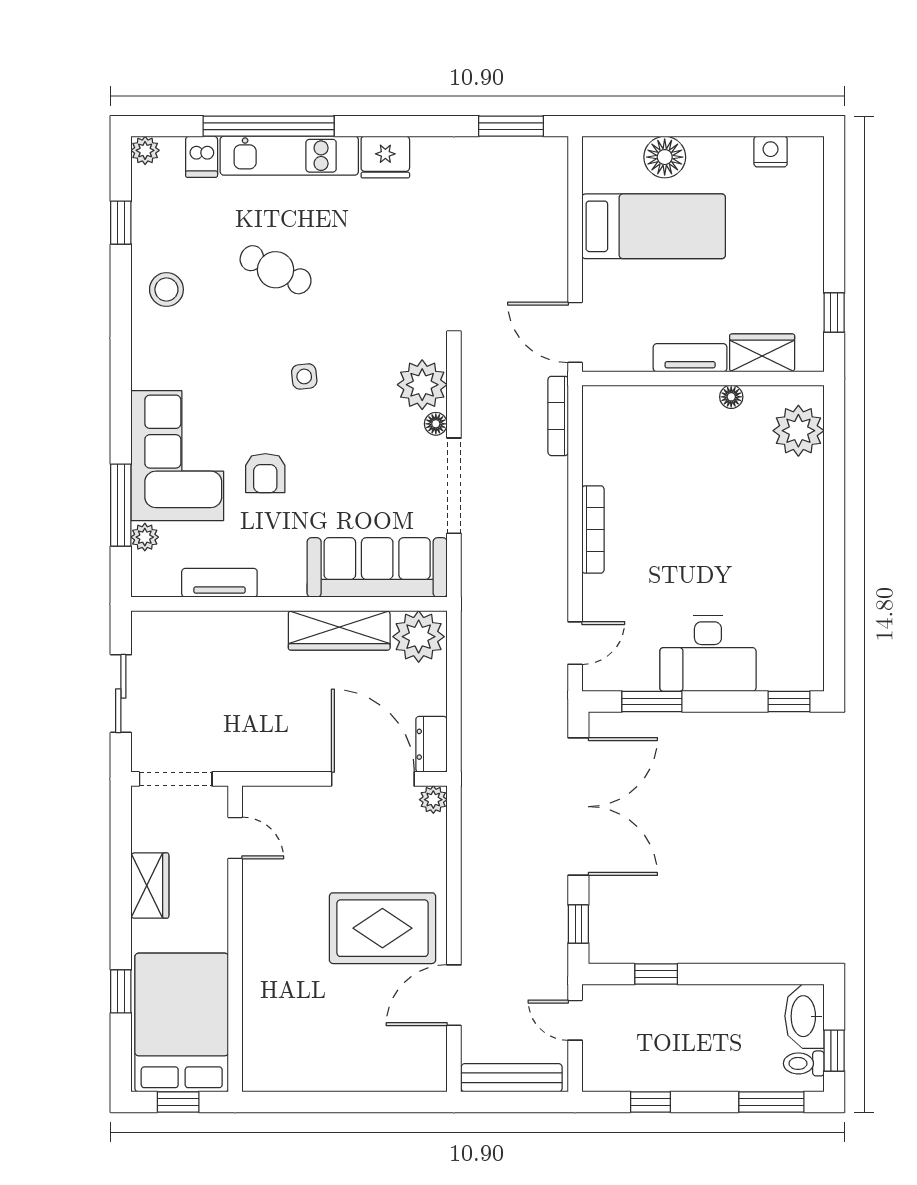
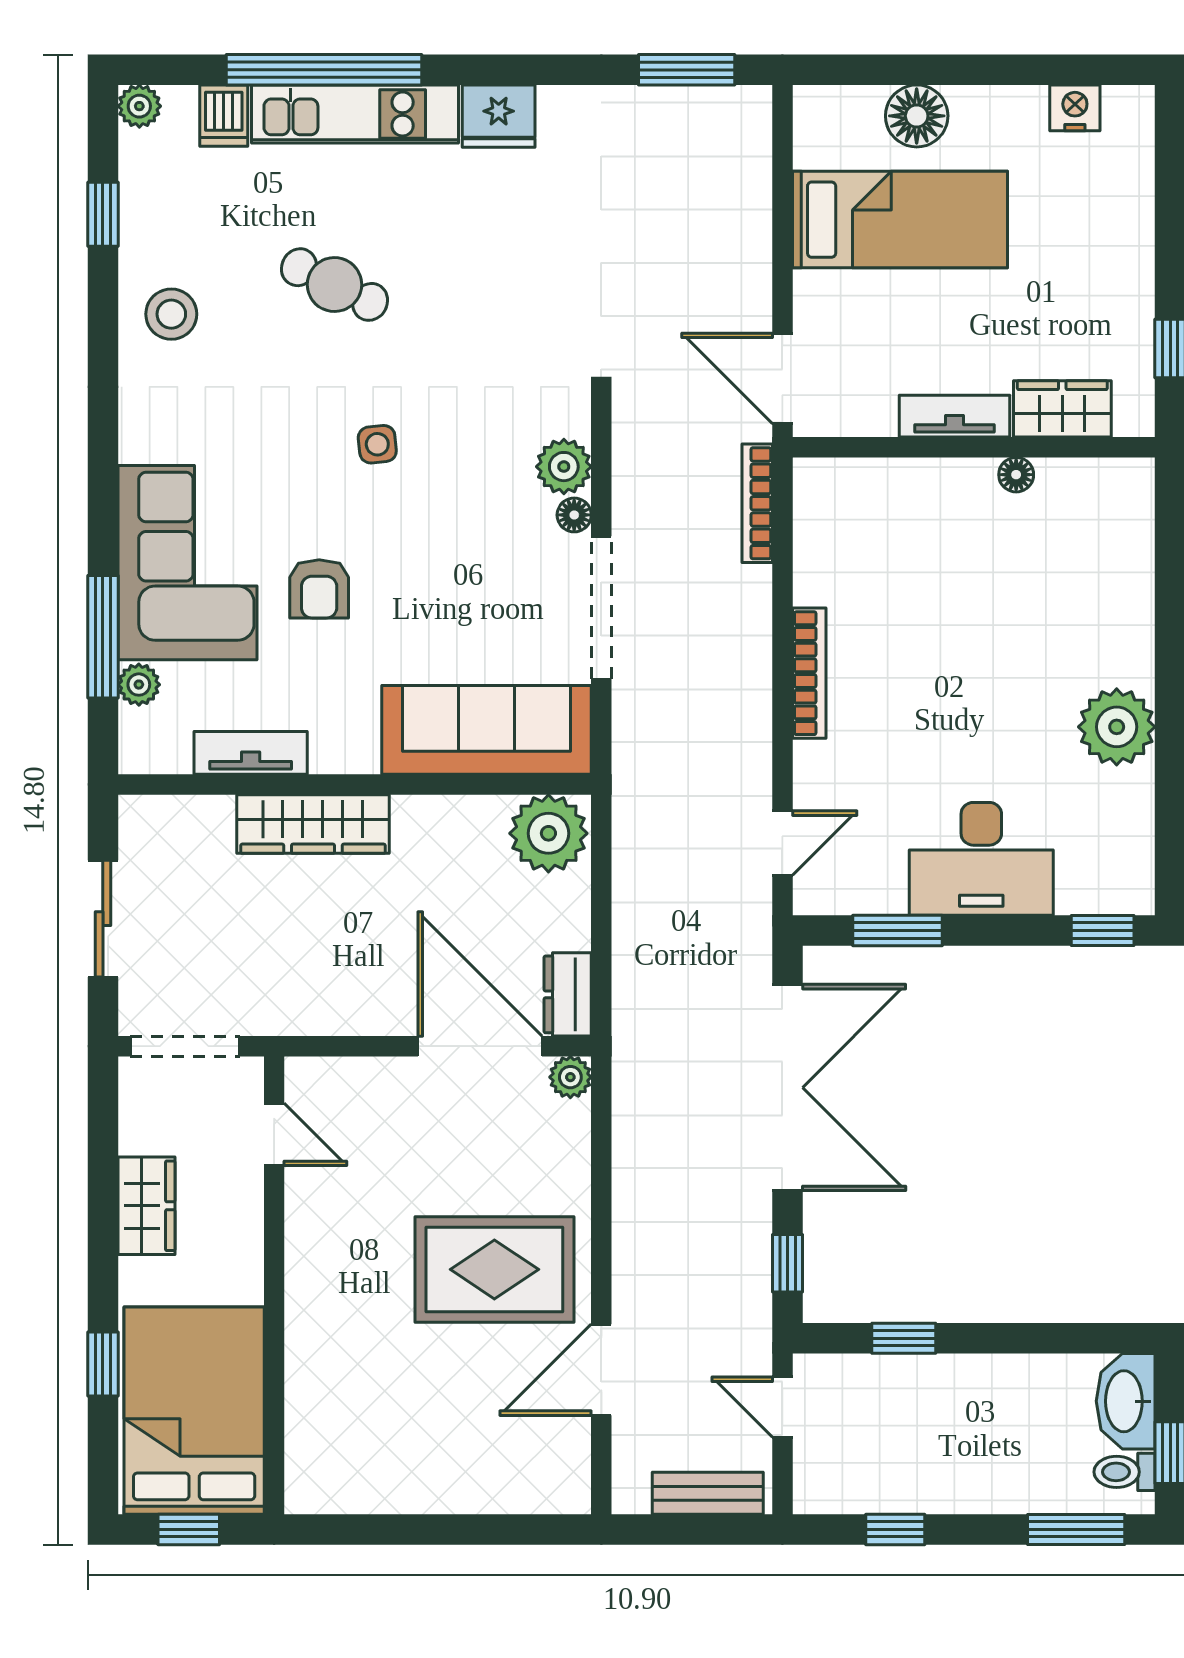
plant: (422, 385) -> (564, 467), width x0.73, depth x0.73
plant: (798, 431) -> (1117, 727), moved
wardrobe: (339, 630) -> (313, 824), moved
bench: (512, 1078) -> (708, 1493), width x0.73

